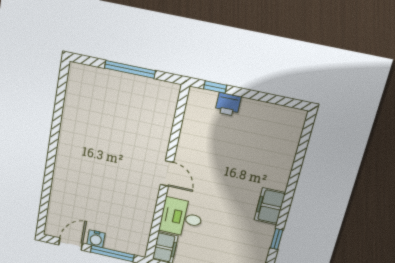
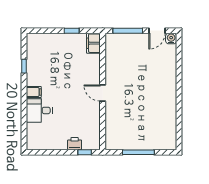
filing cabinet: (270, 206) -> (34, 92), width x0.50
desk: (181, 218) -> (39, 110), moved, turned 180
water cooler: (96, 239) -> (171, 38), moved

